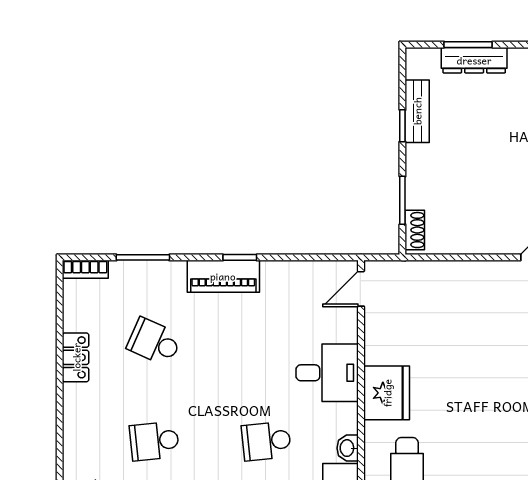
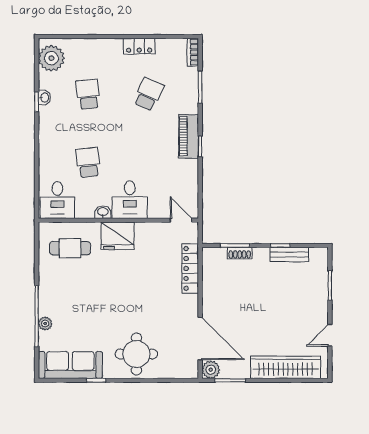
dresser: (474, 60) -> (320, 289), removed
shoe rack: (415, 230) -> (240, 253), moved
locker: (440, 274) -> (190, 268), added
washbasin: (348, 448) -> (103, 212), moved

